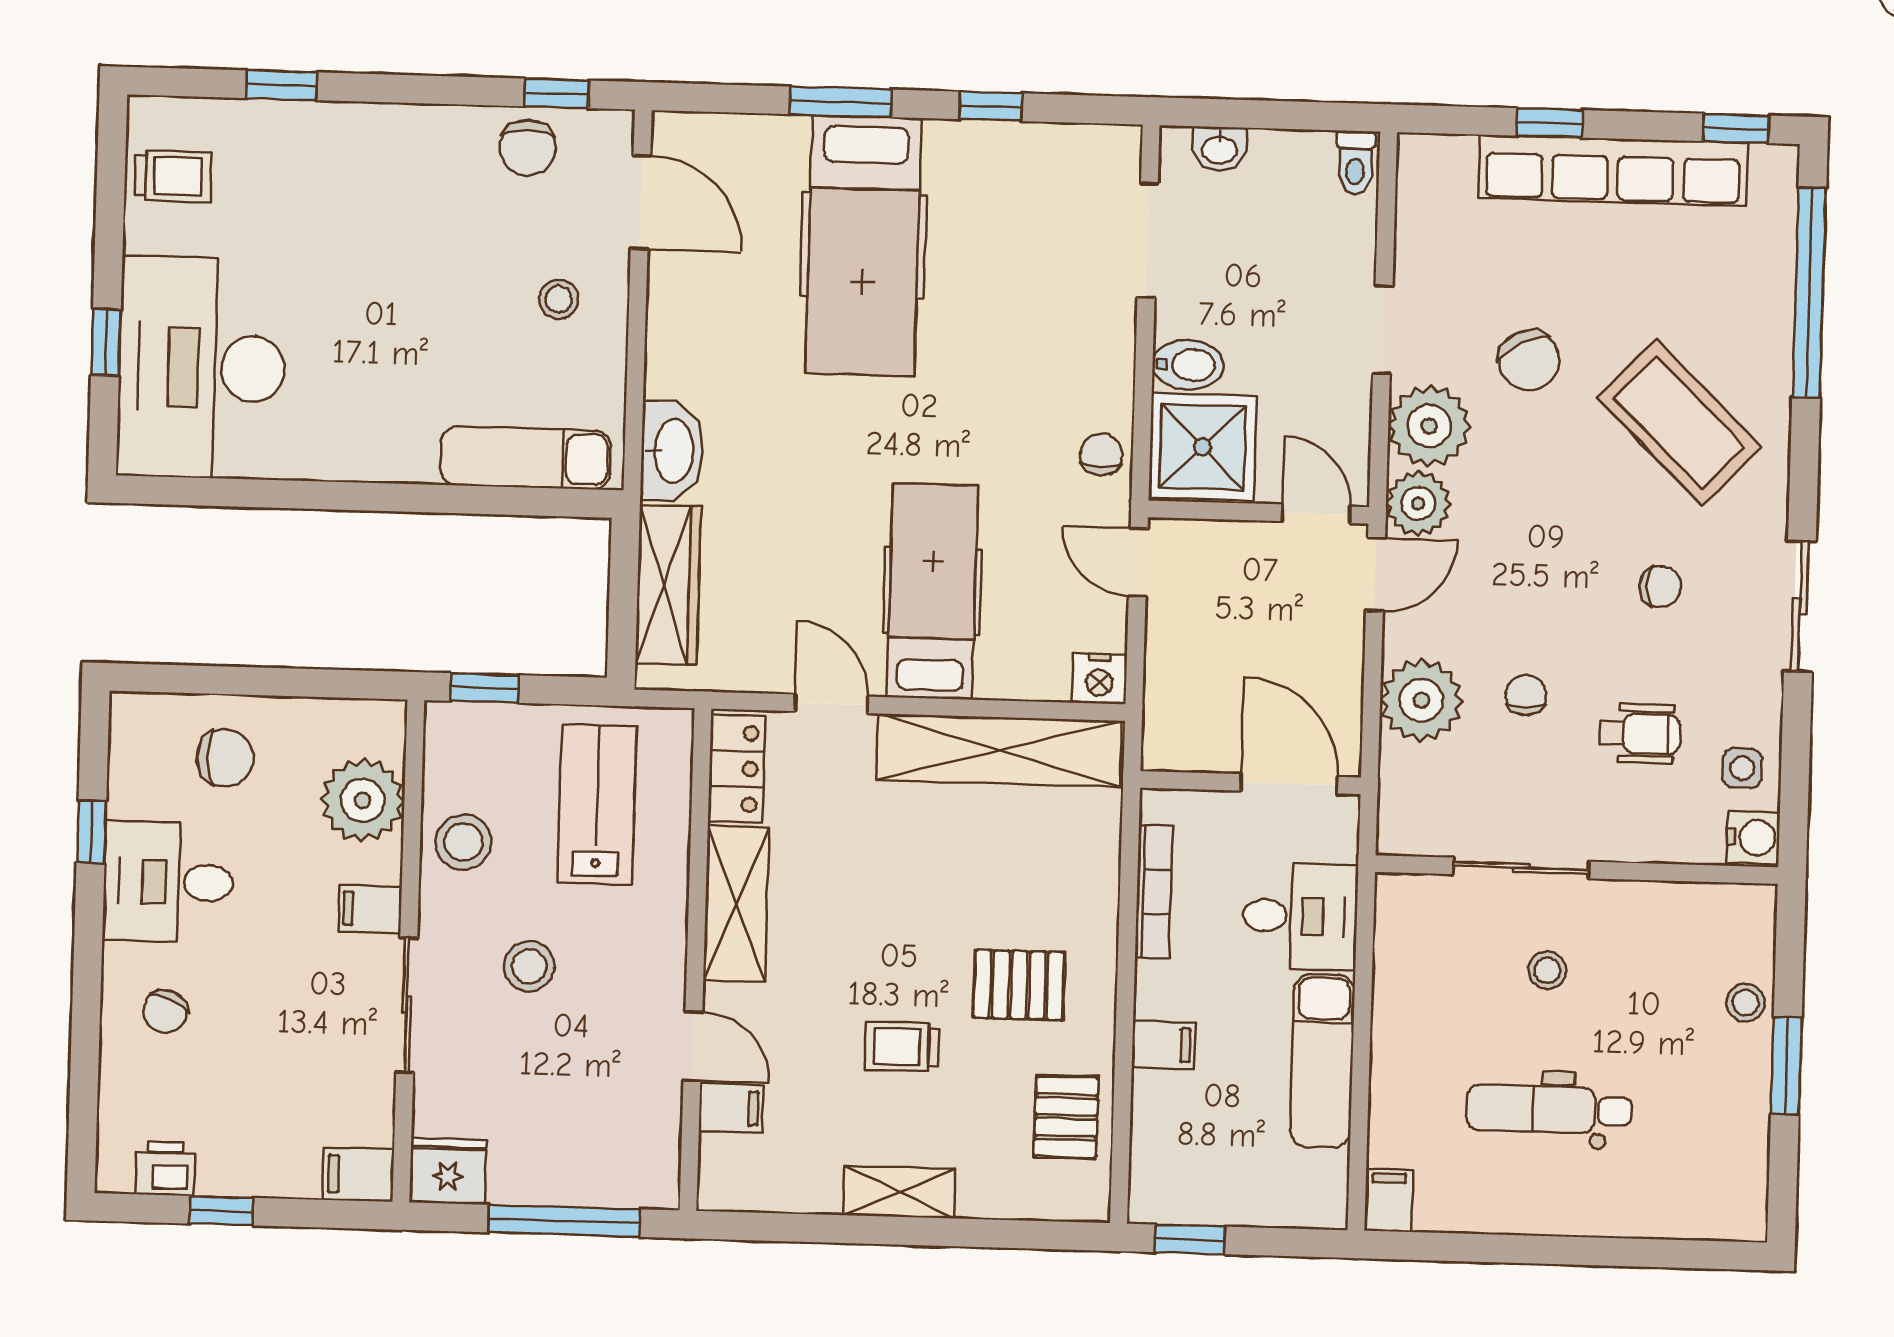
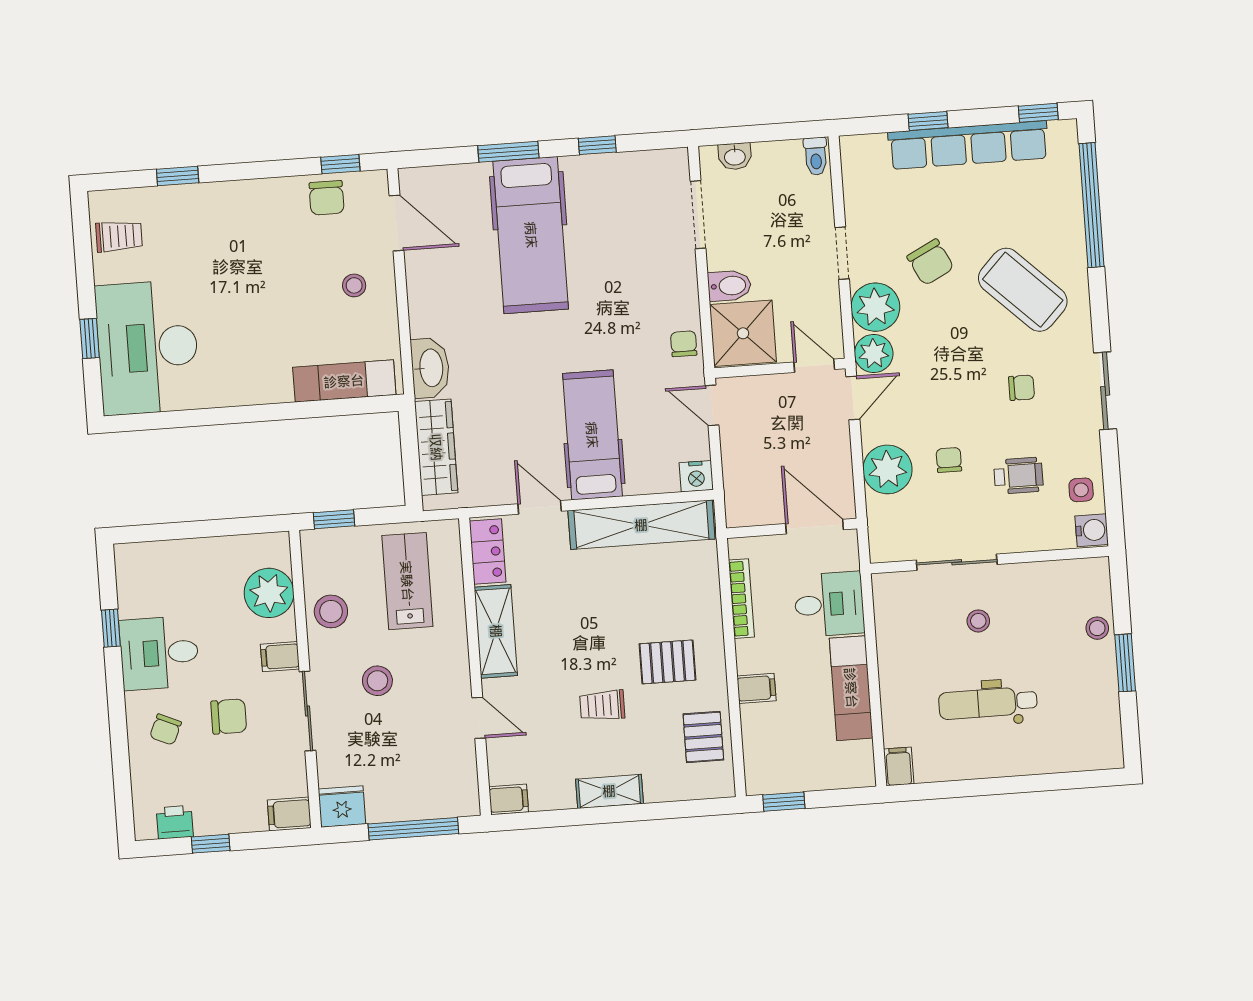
chair: (225, 758) -> (229, 716), moved
filing cabinet: (731, 1108) -> (509, 799), moved

